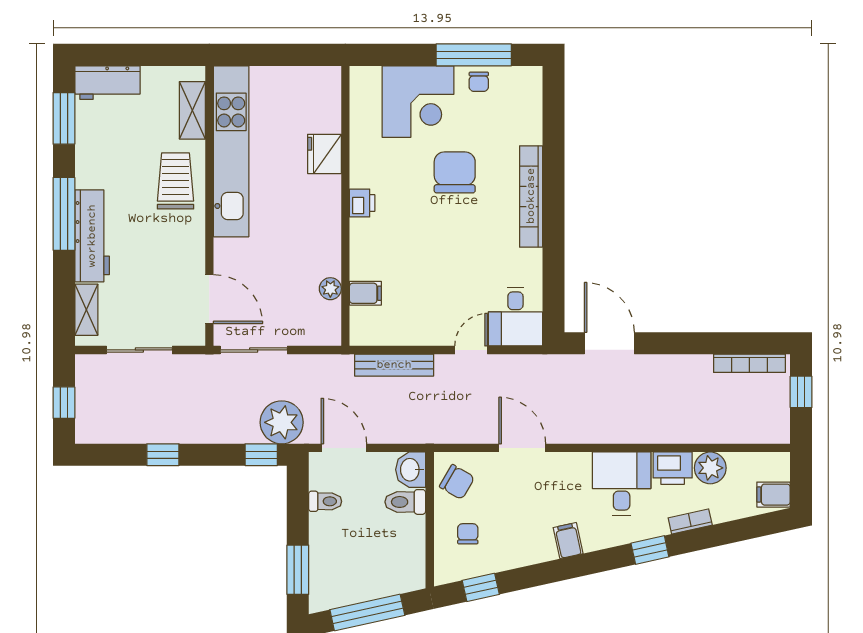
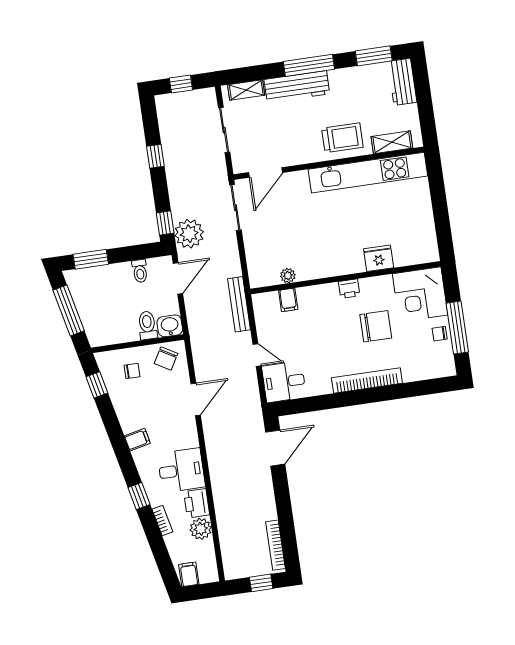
fridge: (324, 154) -> (379, 258), moved
printer: (362, 203) -> (349, 289), moved
wall: (345, 206) -> (345, 278), moved
plant: (330, 289) -> (288, 276), moved
filing cabinet: (365, 293) -> (288, 300), moved

